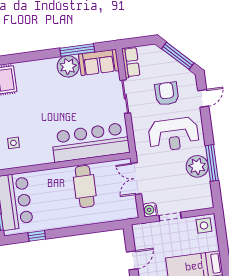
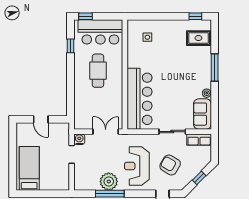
window: (77, 50) -> (215, 68), moved
window: (178, 56) -> (199, 178), width x0.46
plant: (68, 66) -> (207, 93), width x0.53, depth x0.53
armchair: (167, 94) -> (170, 165), turned -149
cafe table: (85, 186) -> (98, 71), moved, turned 90
side table: (204, 225) -> (61, 180), removed

